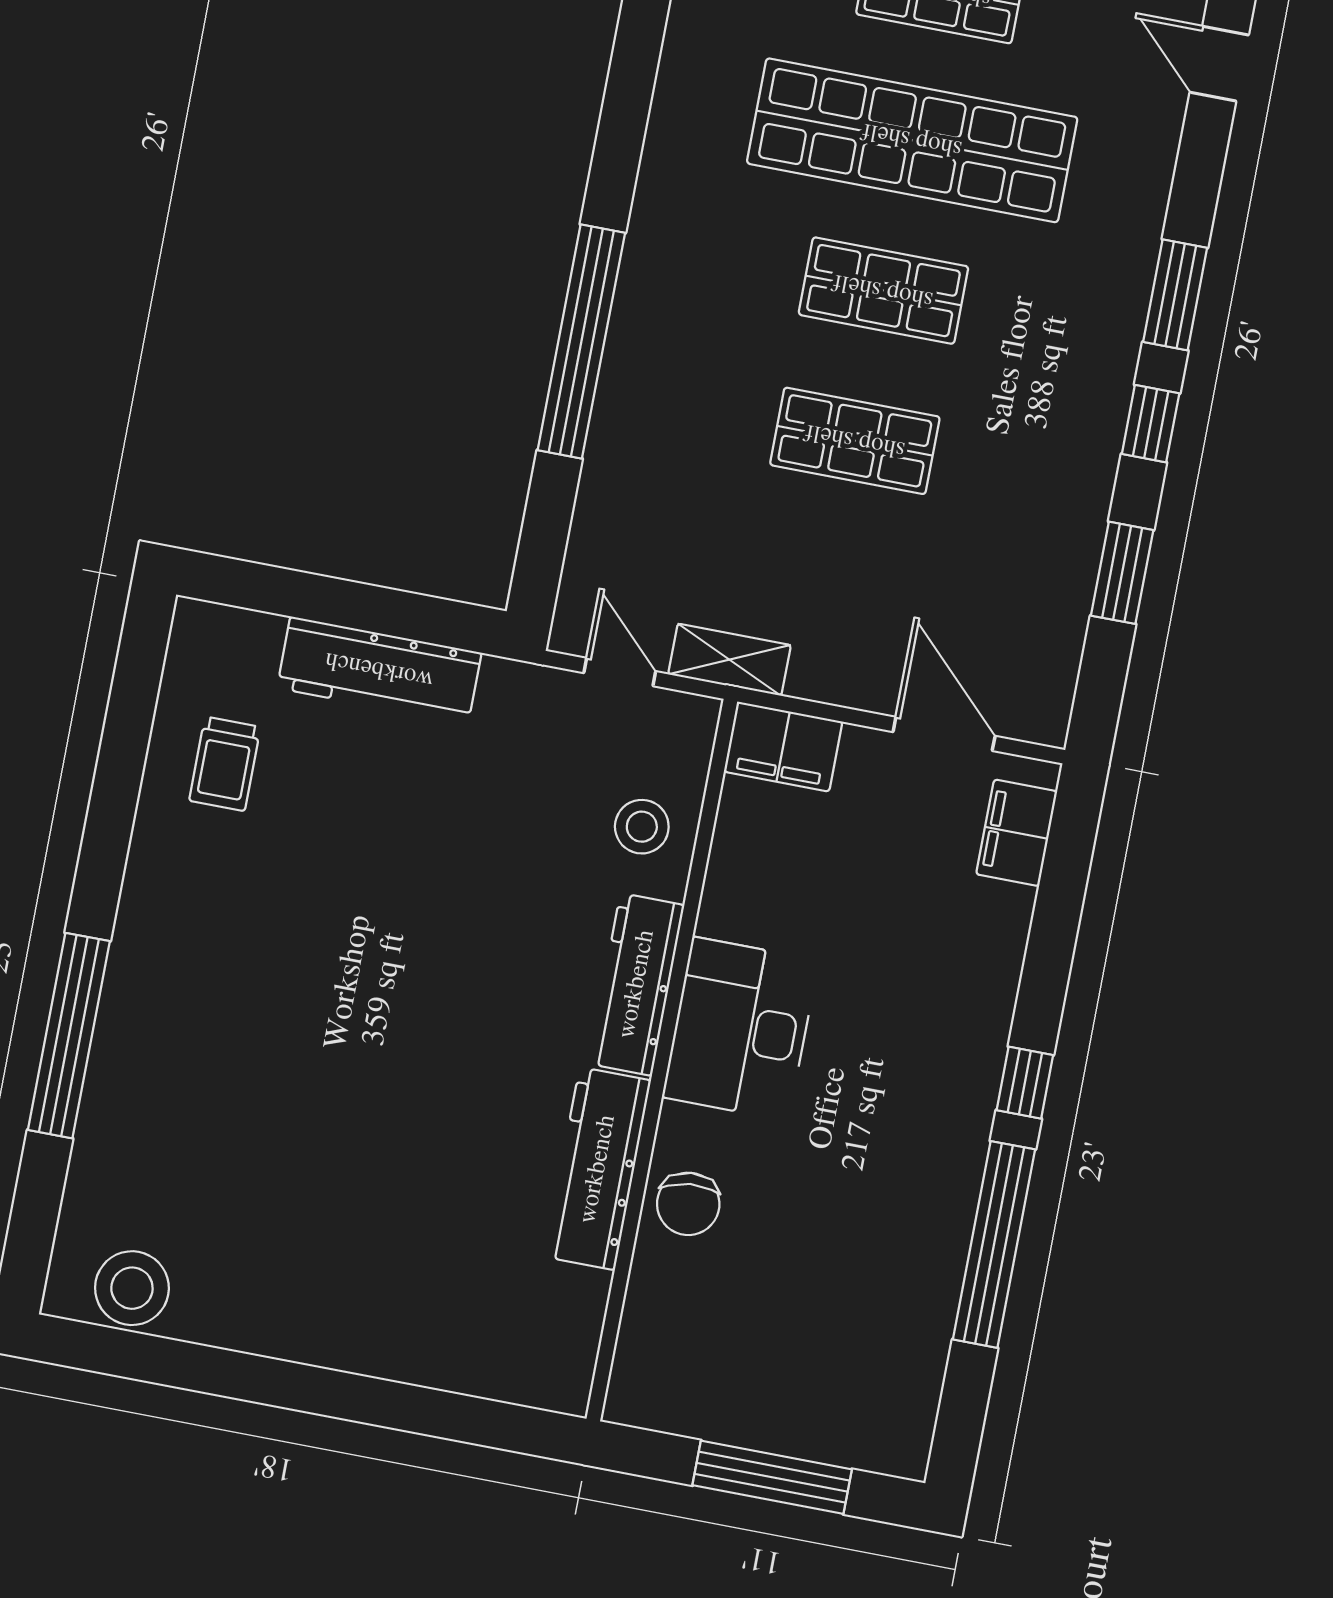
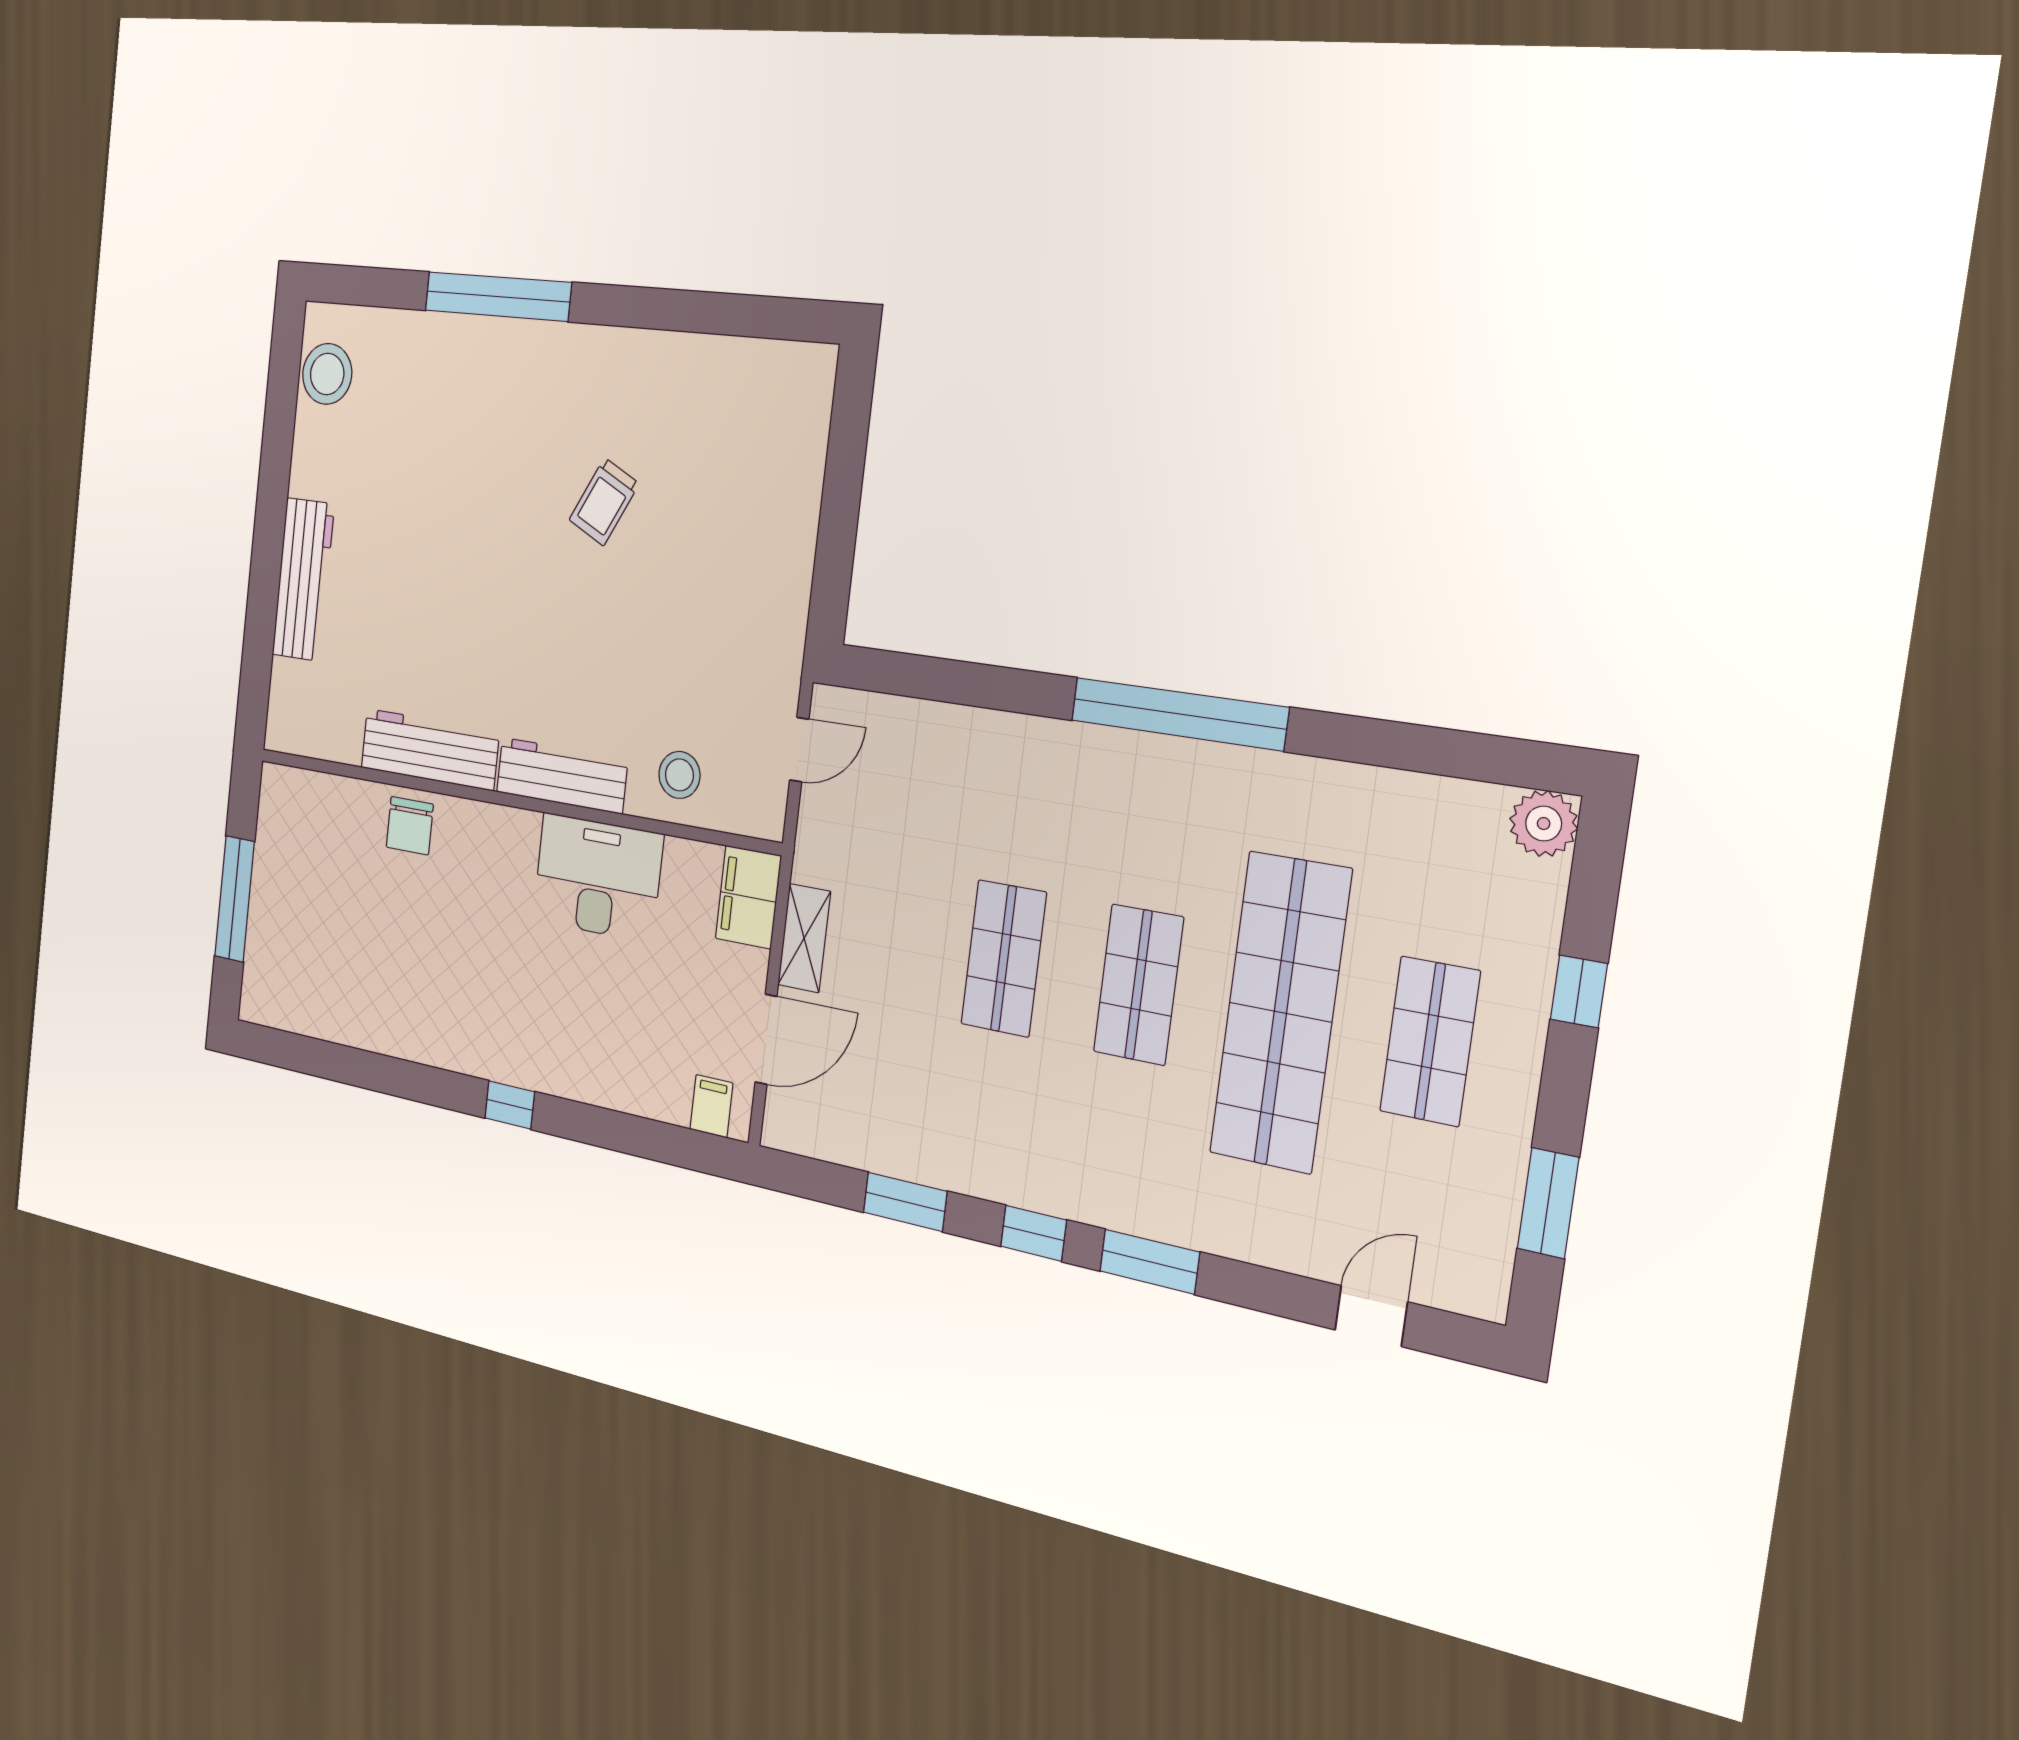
window: (581, 342) -> (1179, 714), moved
shelving: (729, 660) -> (804, 938), moved
workbench: (379, 670) -> (303, 579), moved, turned 180
trolley: (225, 764) -> (604, 502), moved, turned -63
filing cabinet: (1017, 833) -> (711, 1106), width x0.50
desk: (740, 1029) -> (598, 877), moved
chair: (688, 1204) -> (410, 826), turned -85
window: (994, 1244) -> (396, 1077), removed

